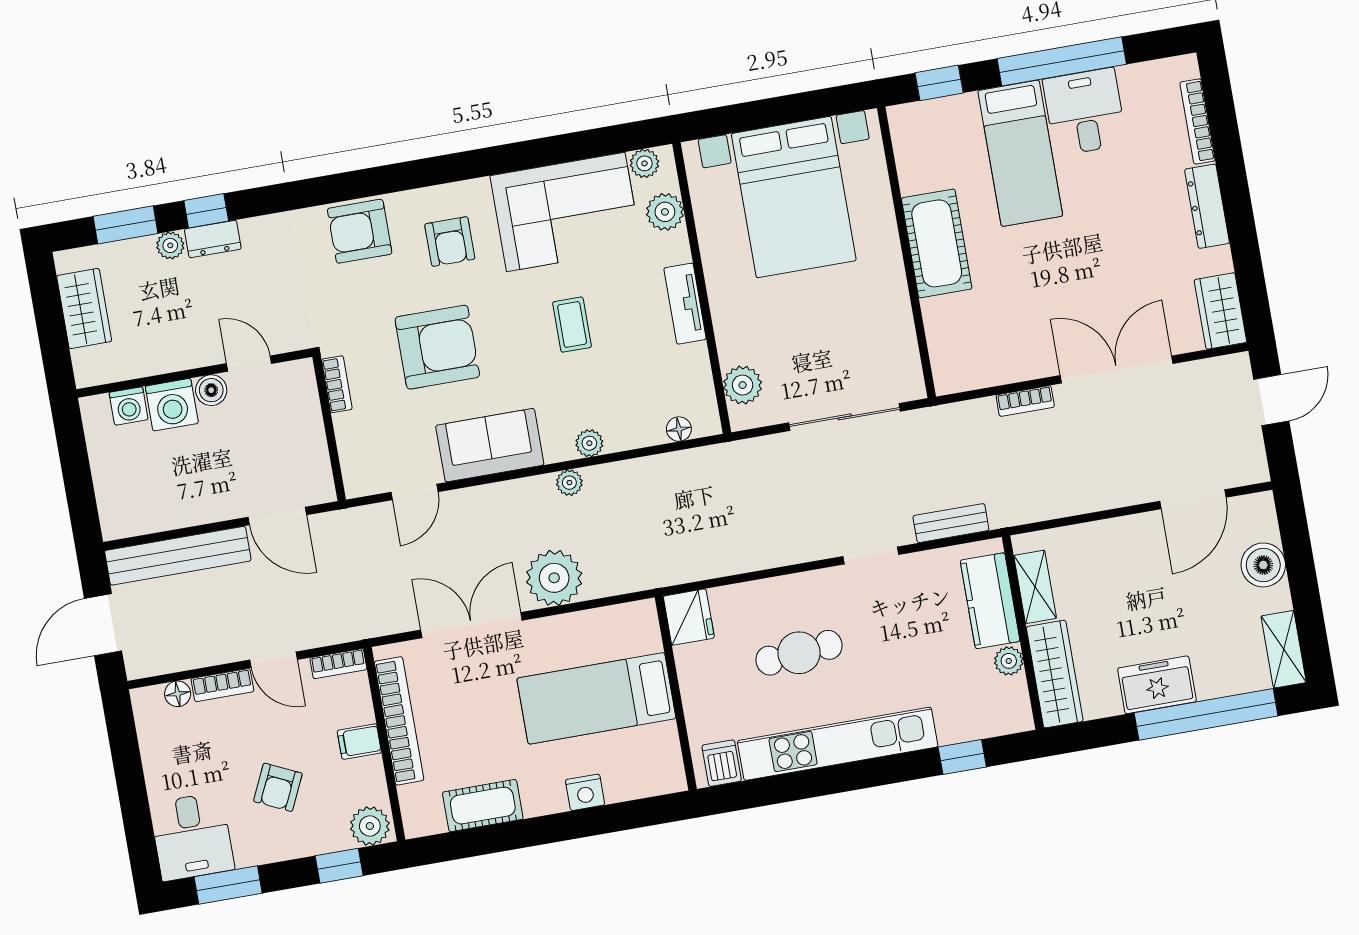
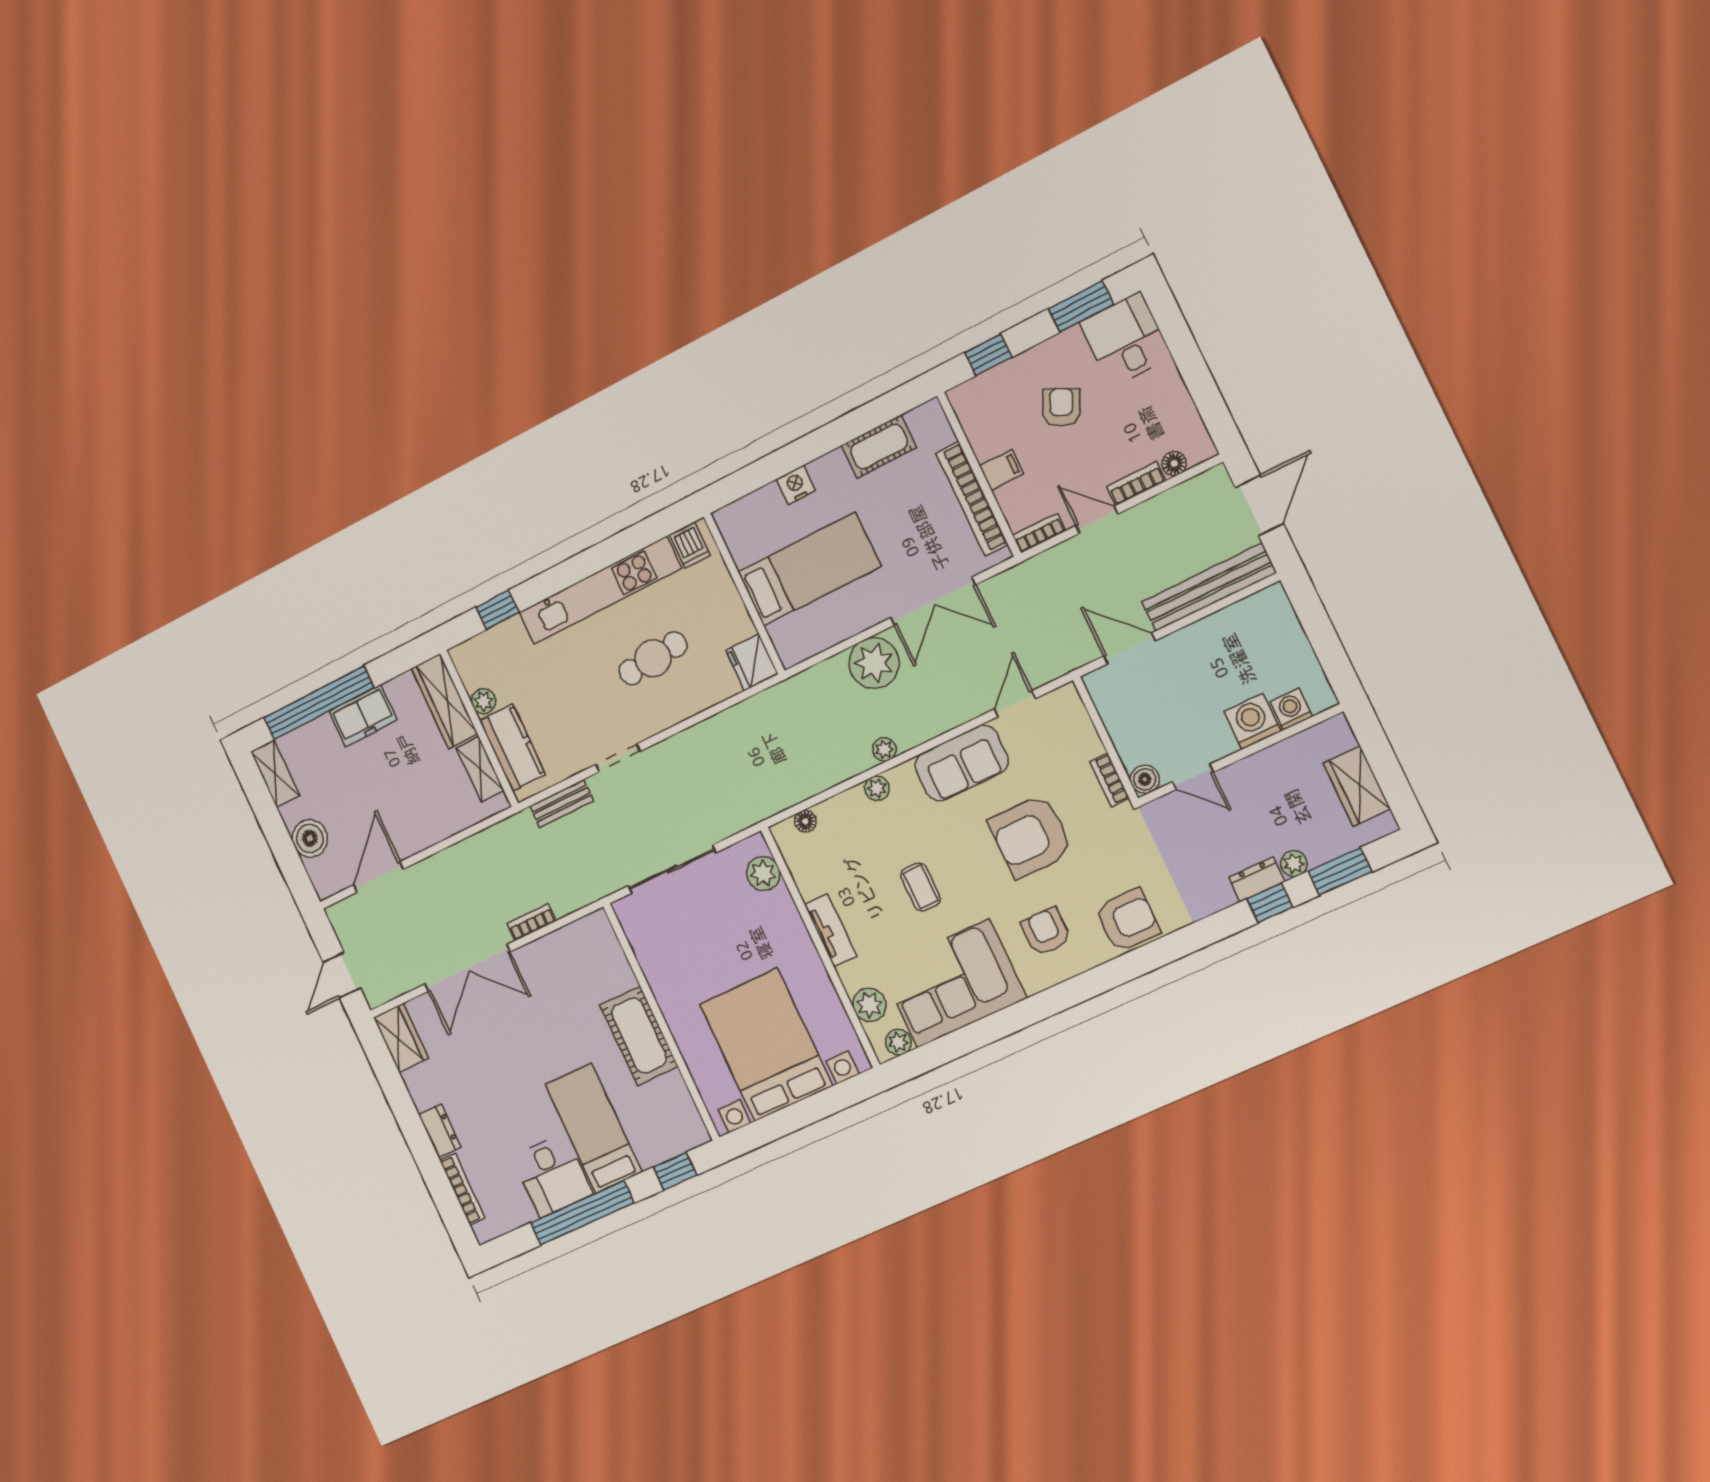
dresser: (1207, 206) -> (440, 1131), width x0.70
boiler: (211, 390) -> (1145, 779), moved
plant: (370, 826) -> (971, 398), removed

